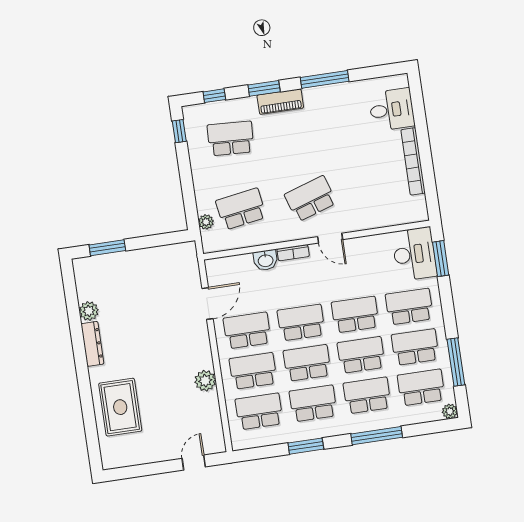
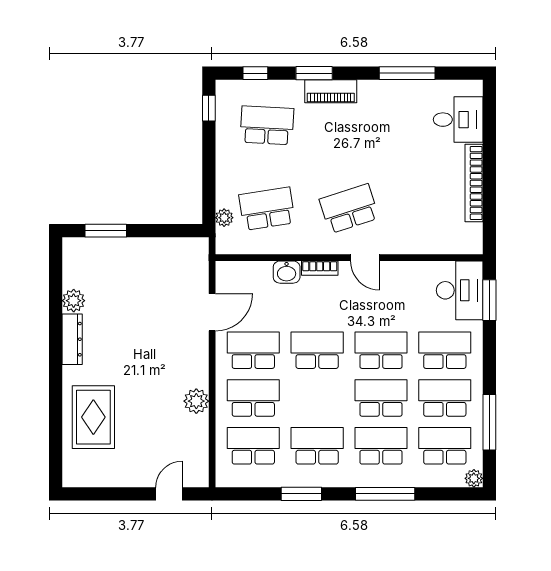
window: (325, 79) -> (407, 73), moved
school desk: (307, 363) -> (317, 398), removed

